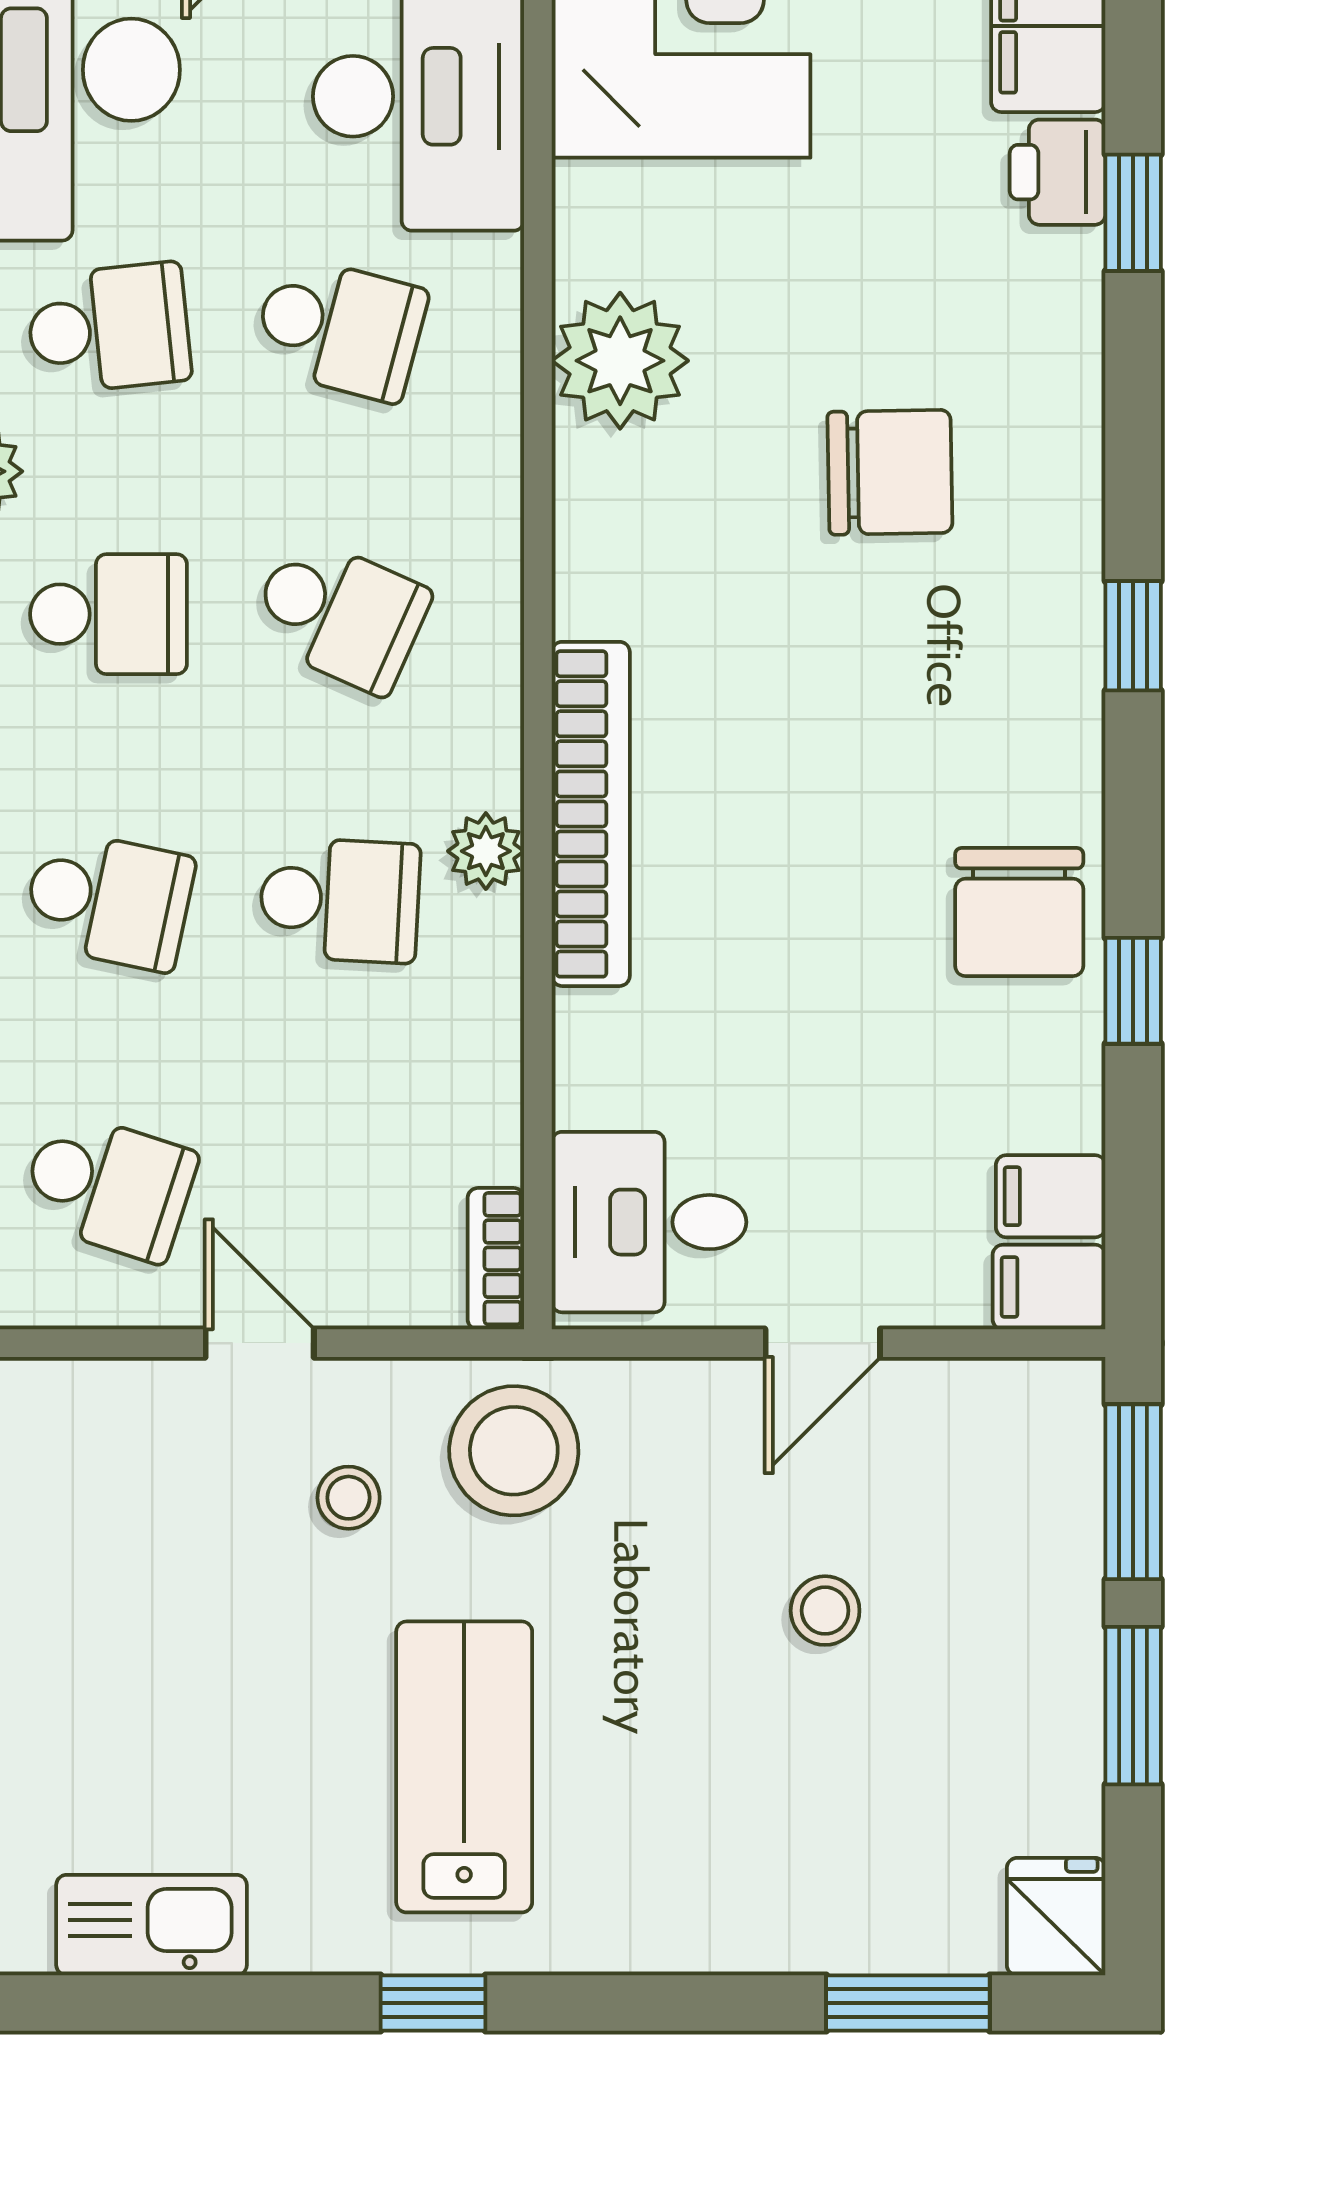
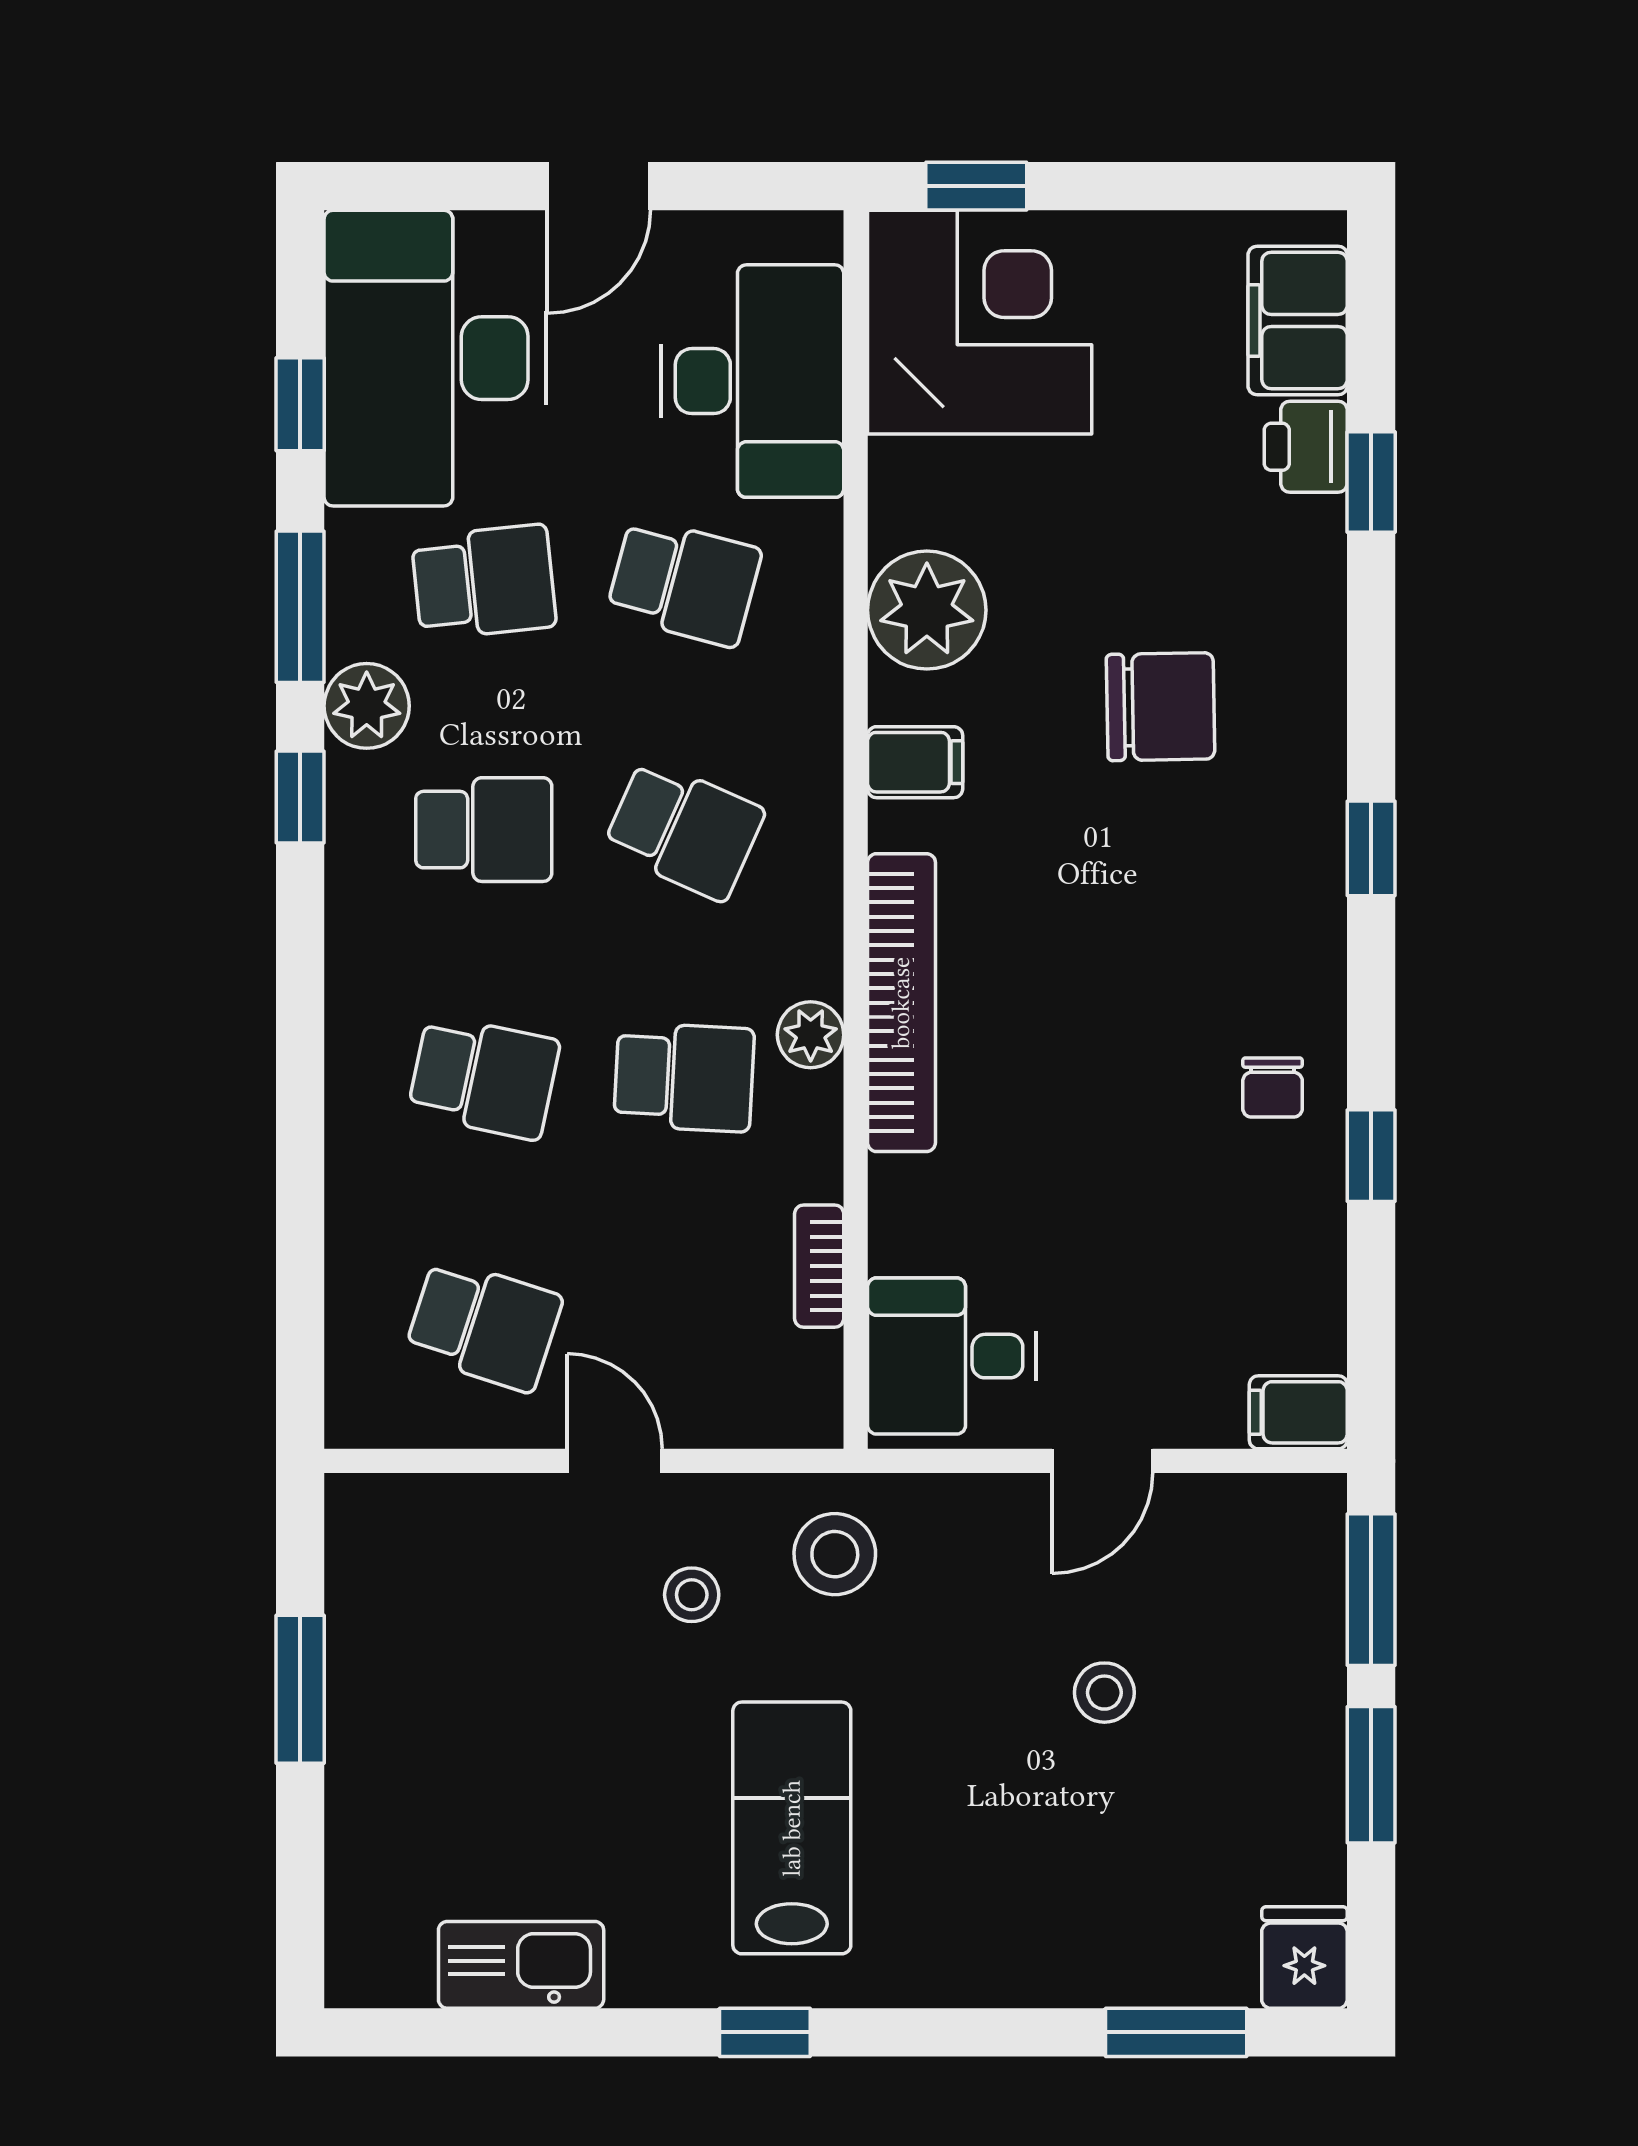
chair: (1019, 912) -> (1273, 1088), width x0.54, depth x0.54
filing cabinet: (1051, 1196) -> (915, 762), moved, turned 180
bookcase: (496, 1259) -> (819, 1266), moved
stool: (514, 1451) -> (835, 1554), width x0.73, depth x0.73

